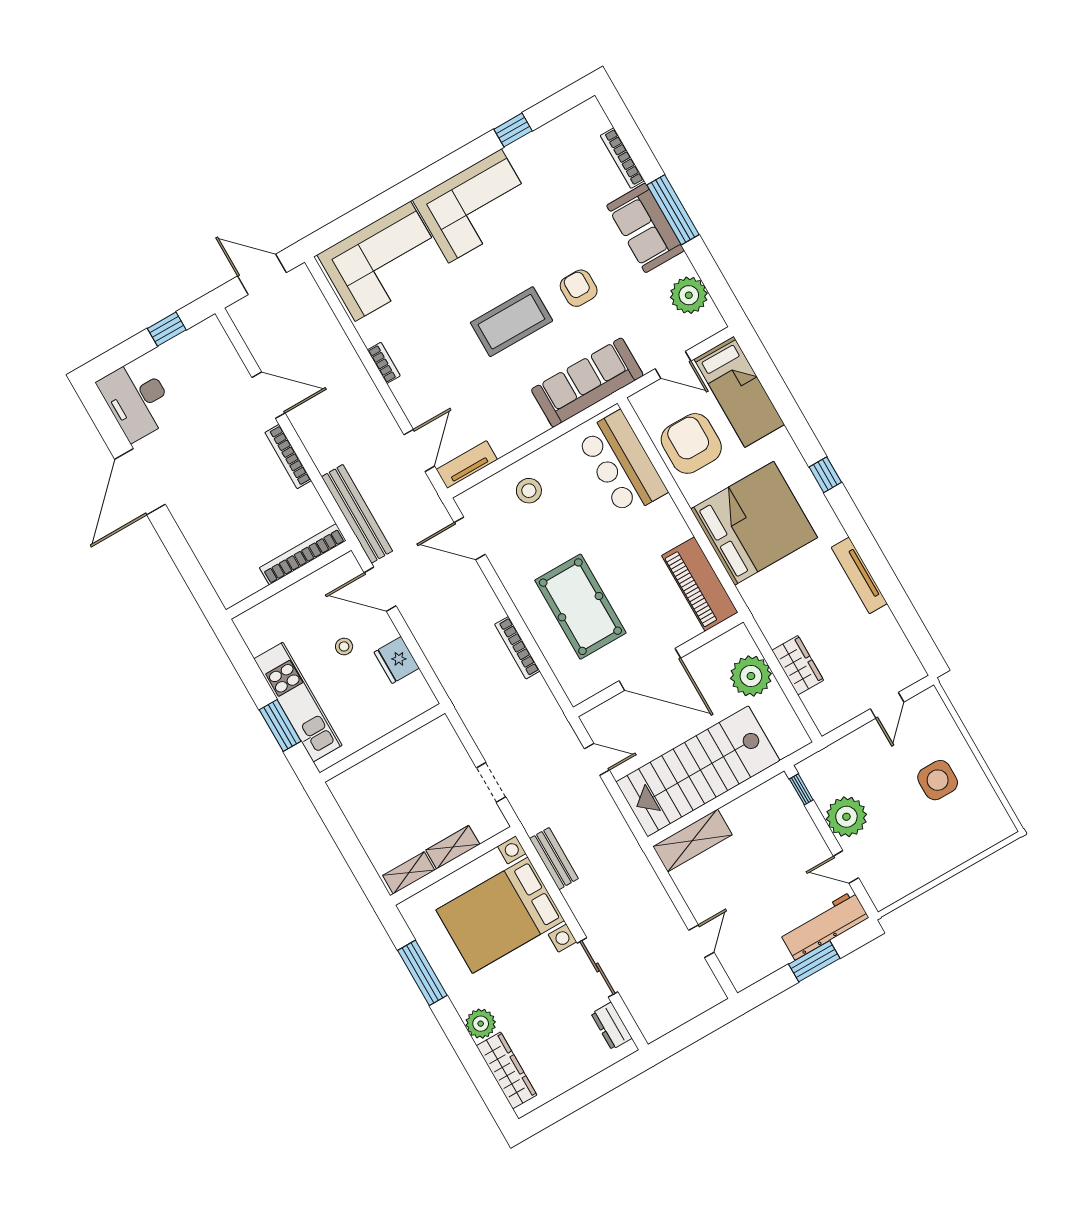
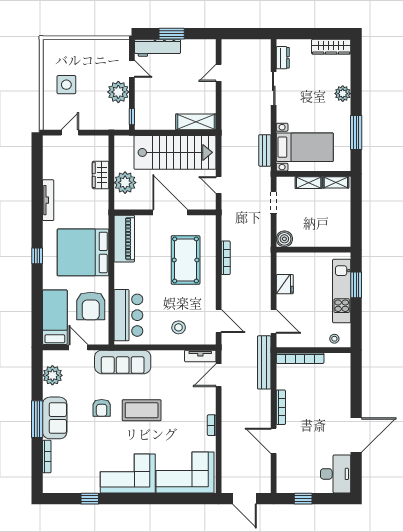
stool: (344, 646) -> (334, 339), moved
boiler: (440, 733) -> (284, 239), added
bed with nightstands: (500, 915) -> (305, 147), width x0.73
wardrobe: (507, 1070) -> (331, 47), moved, turned -90

